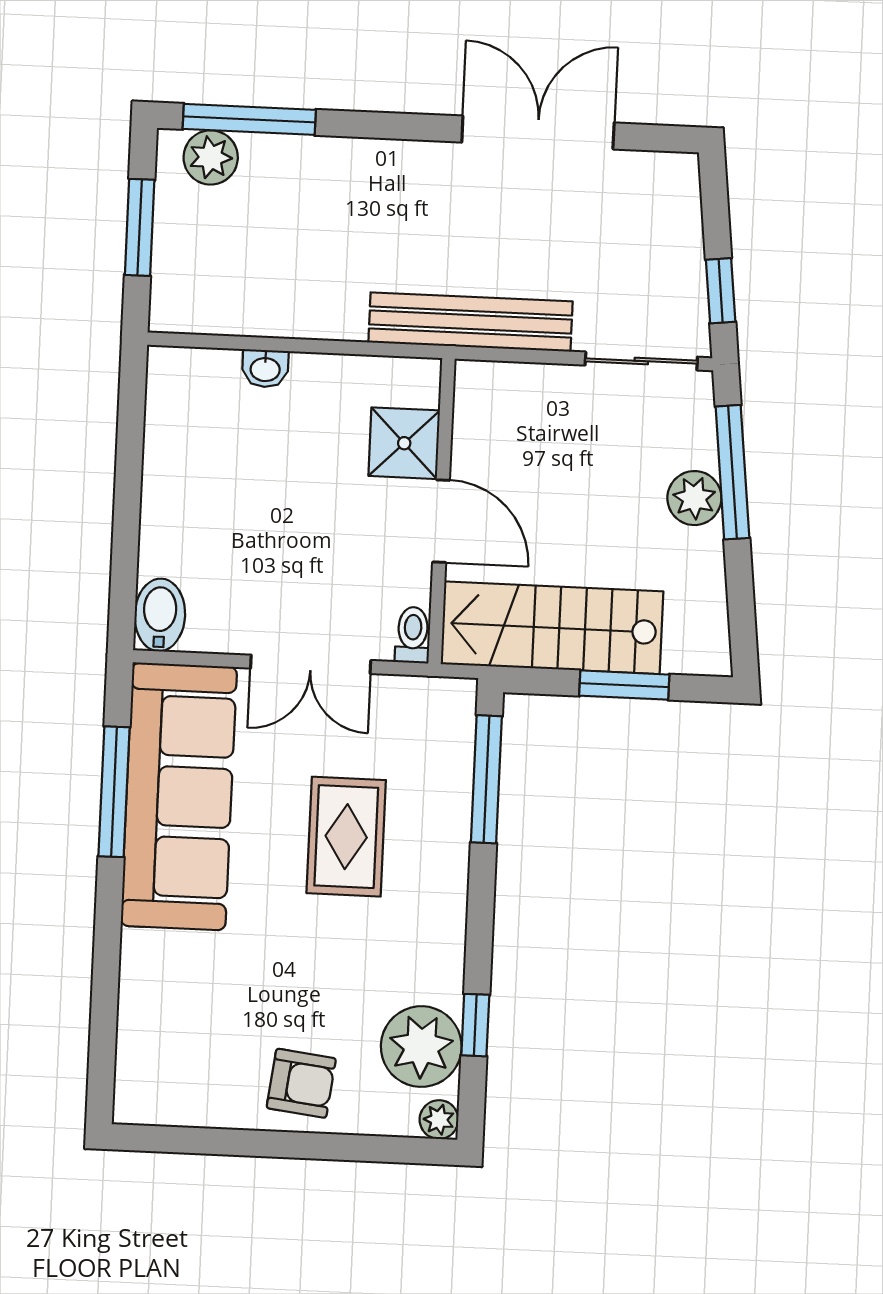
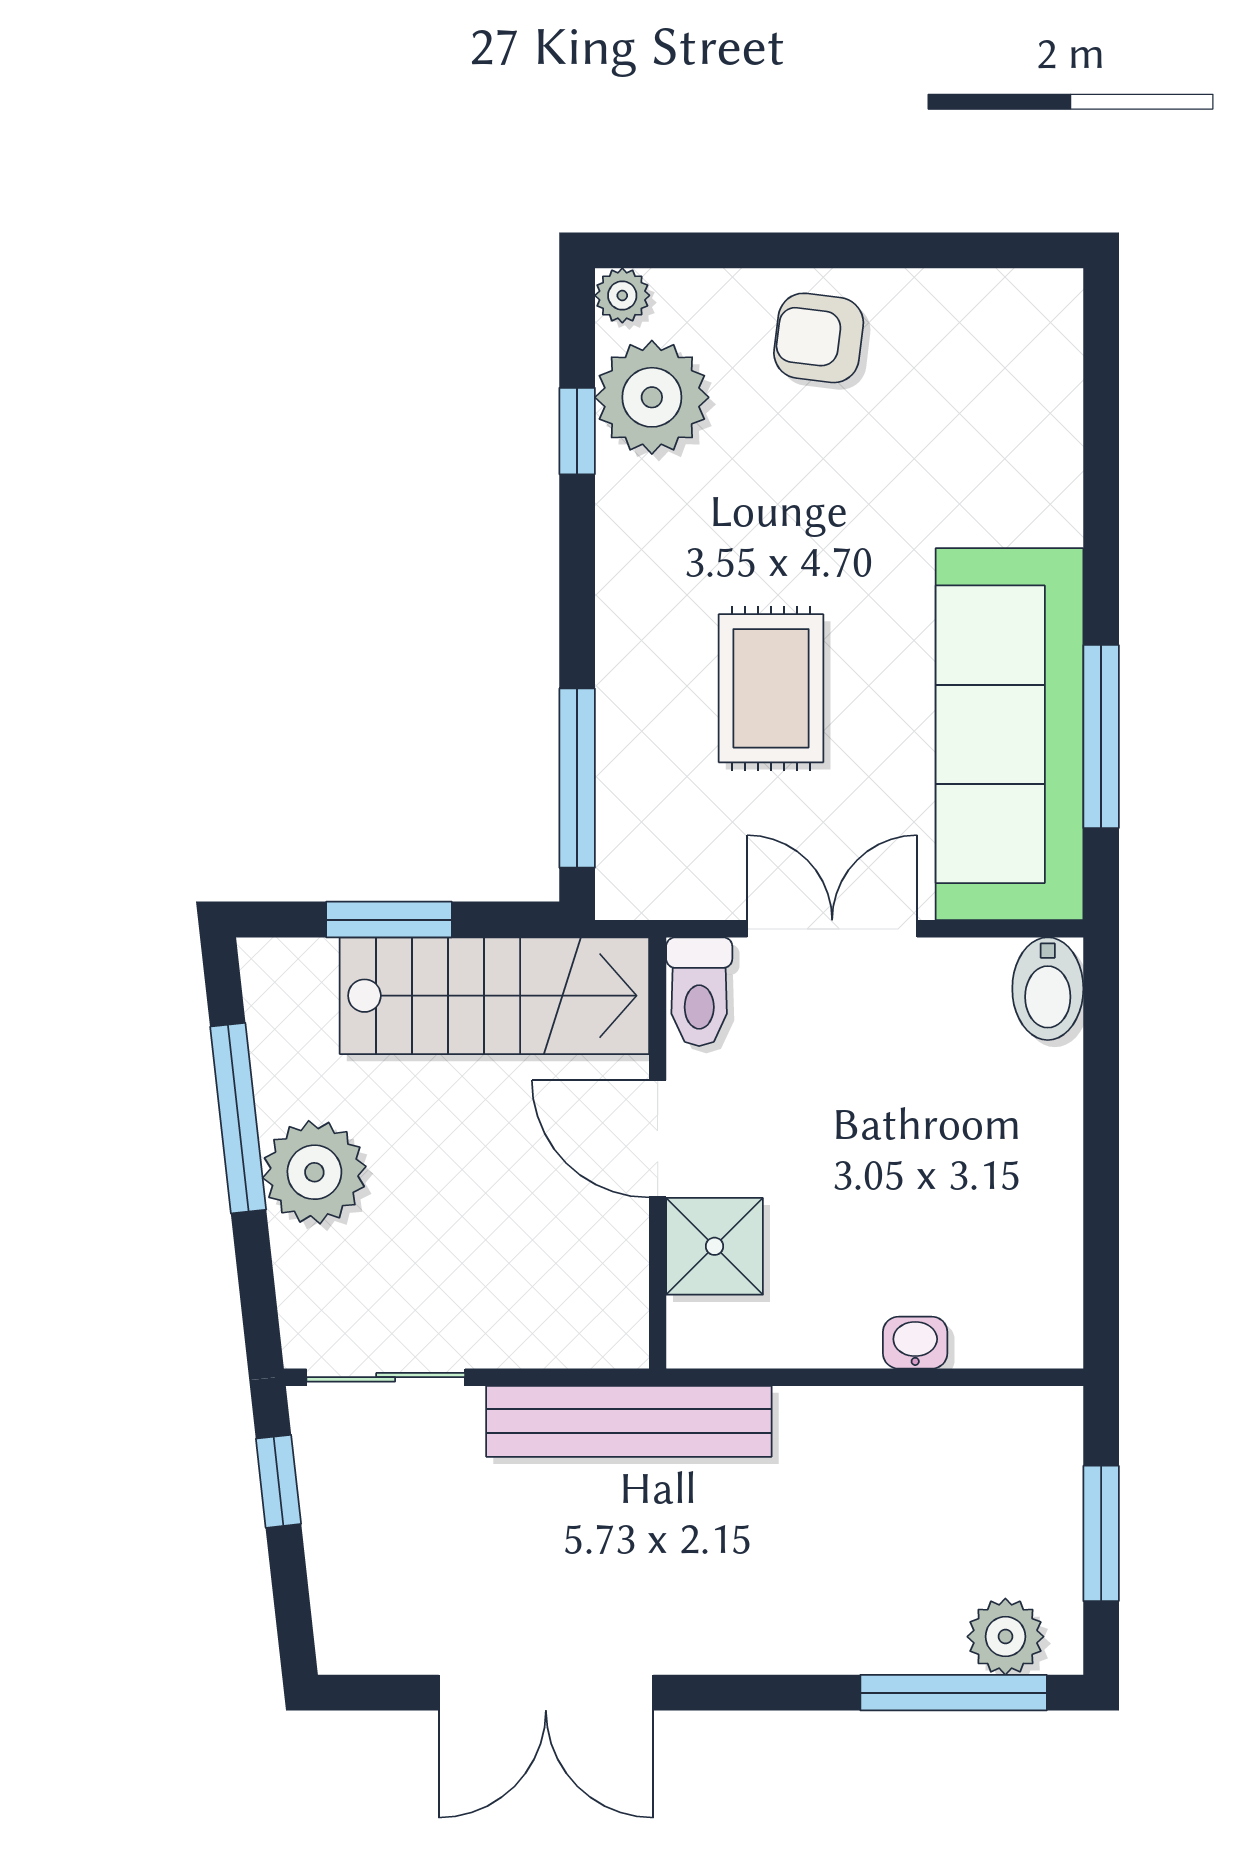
window: (732, 472) -> (238, 1118), moved
plant: (694, 498) -> (314, 1172), width x1.36, depth x1.36
toilet: (413, 635) -> (699, 992), width x1.37, depth x1.39

